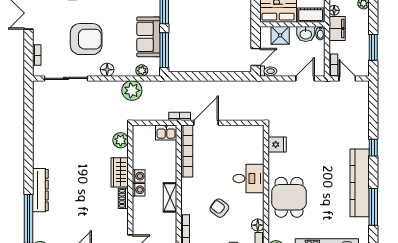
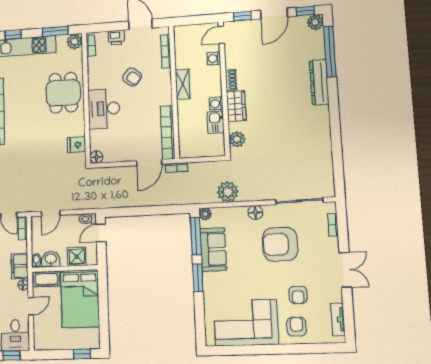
plant: (142, 71) -> (205, 214), moved
kitchen sink: (166, 132) -> (216, 122), moved, turned -90
desk: (248, 179) -> (104, 109), width x1.37
washing machine: (139, 190) -> (214, 59), moved
floor lamp: (258, 225) -> (96, 157), moved

